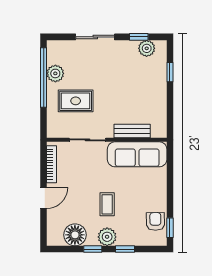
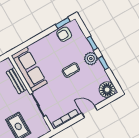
floor lamp: (75, 235) -> (107, 90), moved

